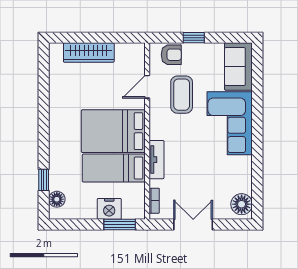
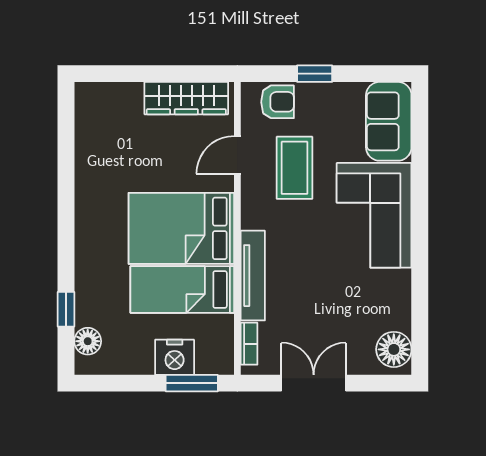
wardrobe: (89, 53) -> (186, 98), moved
tv unit: (156, 160) -> (253, 276), width x1.41

